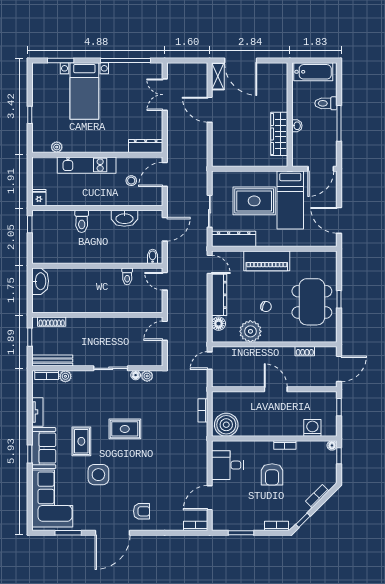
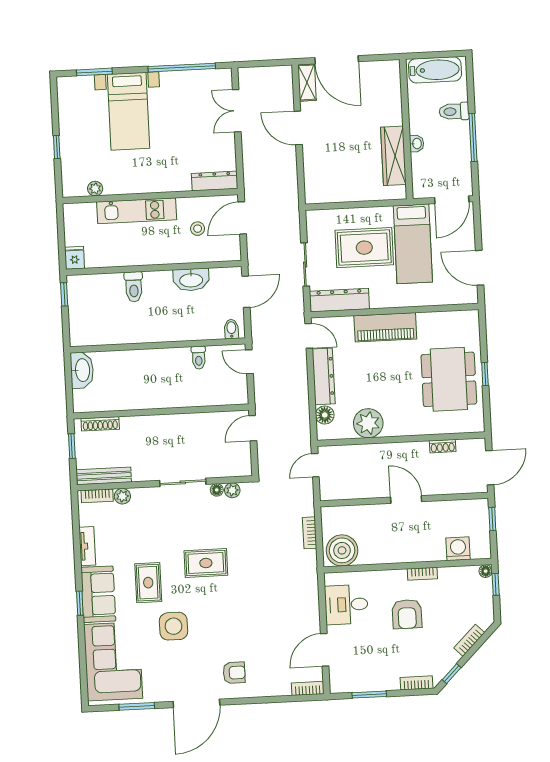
chair: (266, 307) -> (387, 389), removed

